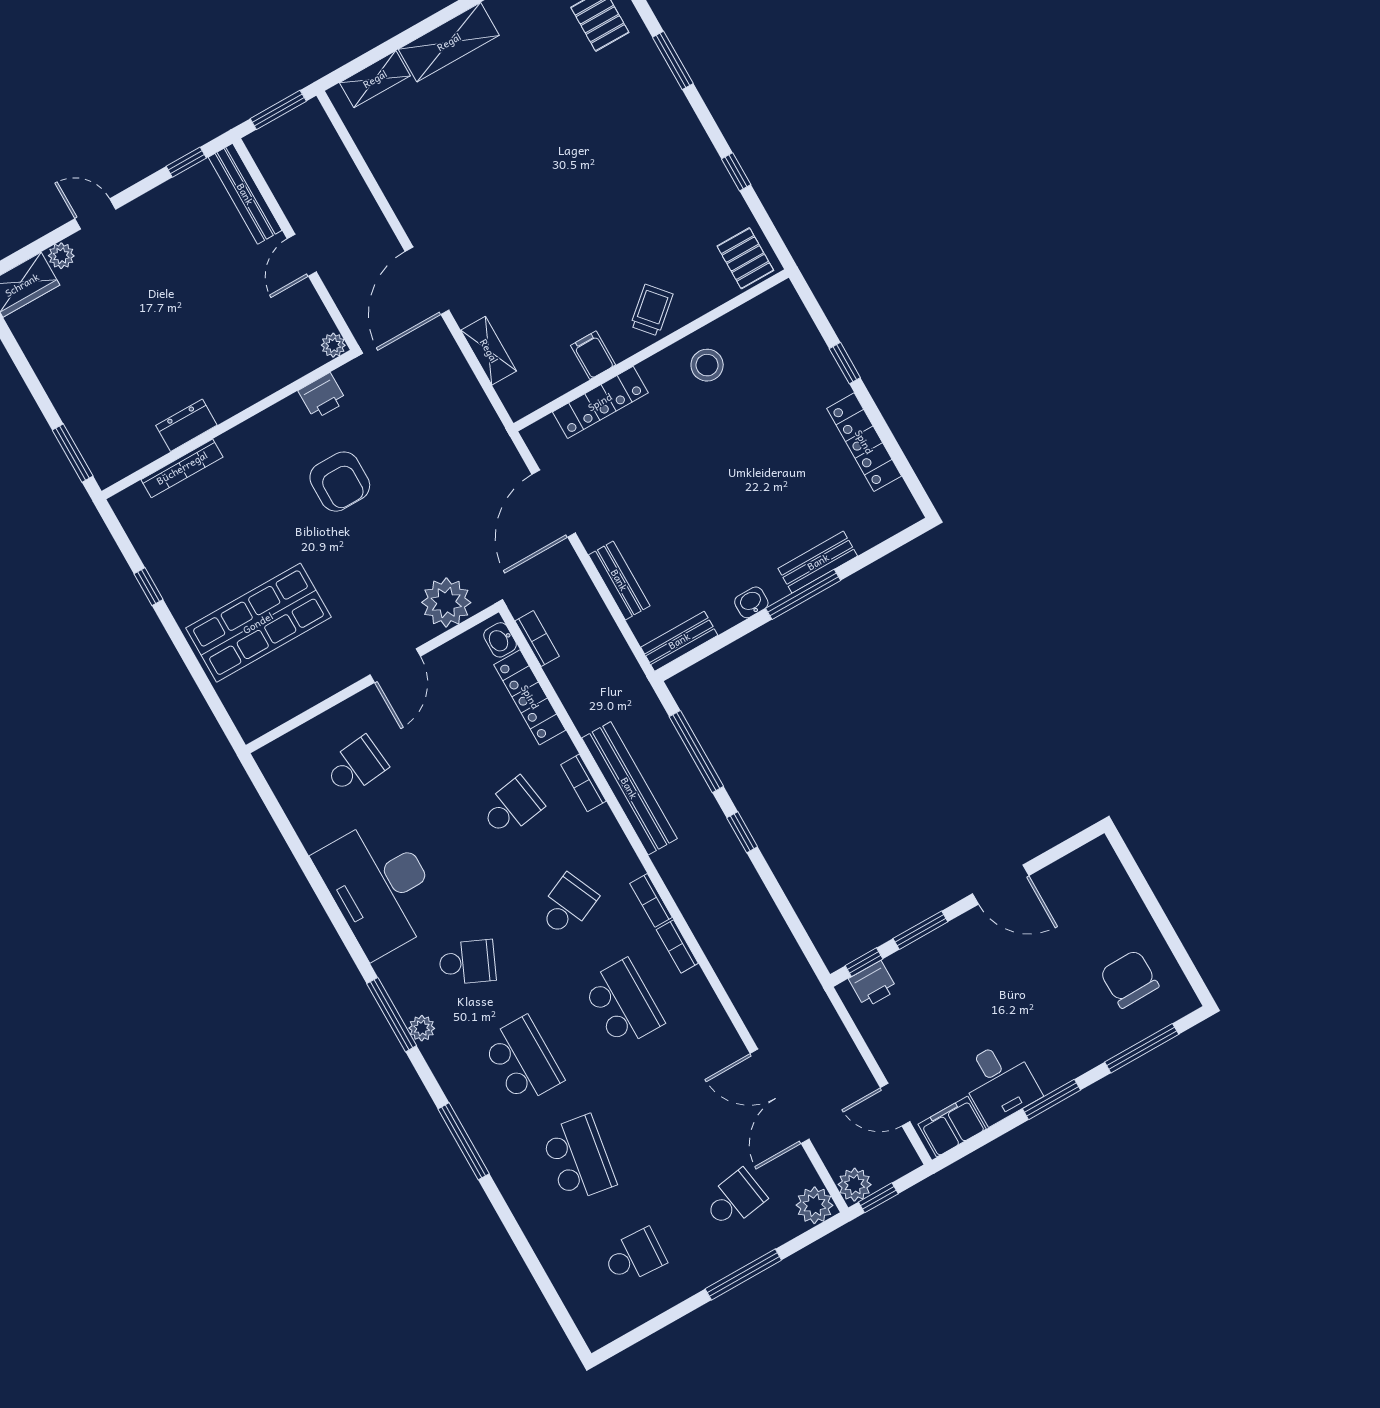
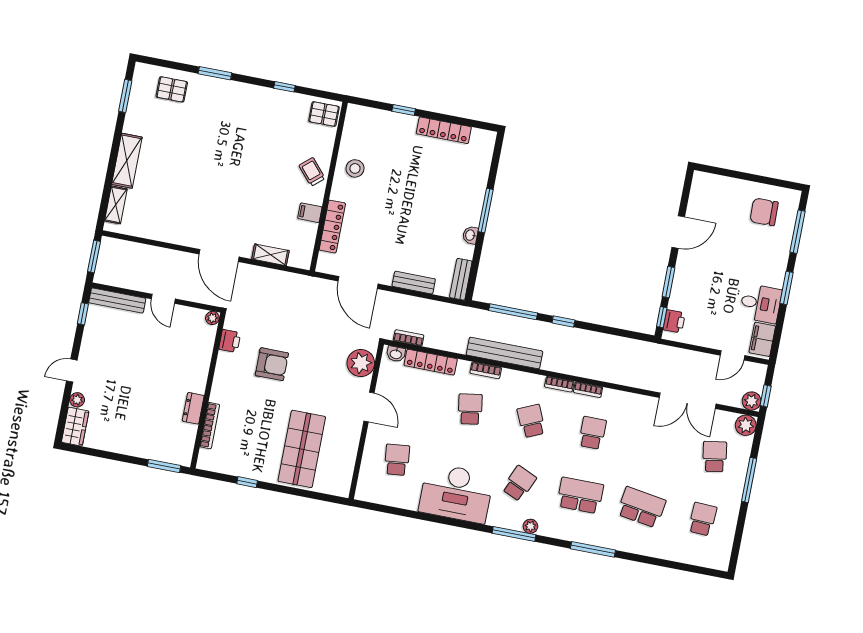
bench: (818, 562) -> (477, 193), removed
school desk: (623, 1003) -> (592, 433), width x0.54

